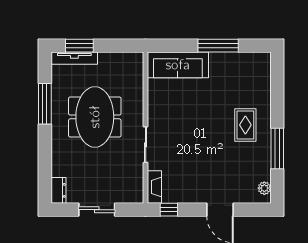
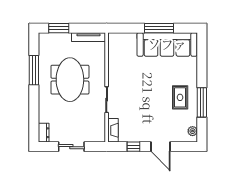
tv unit: (74, 58) -> (88, 37), moved
sofa: (178, 65) -> (167, 44), moved, width x1.36, depth x1.27
rug: (245, 125) -> (180, 97), moved
window: (169, 210) -> (134, 147), moved

